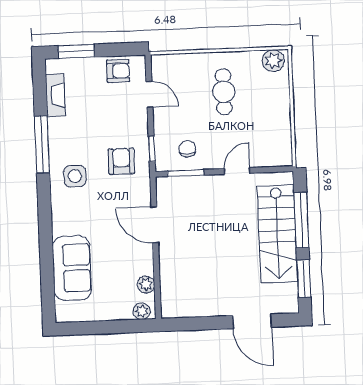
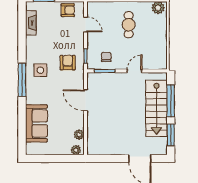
window: (42, 144) -> (22, 80), moved

